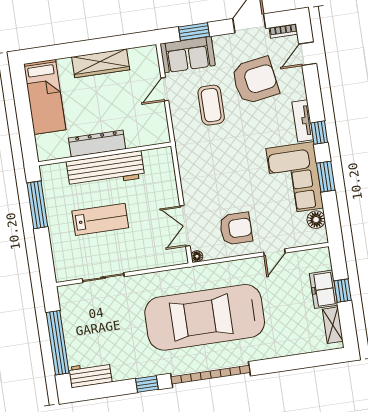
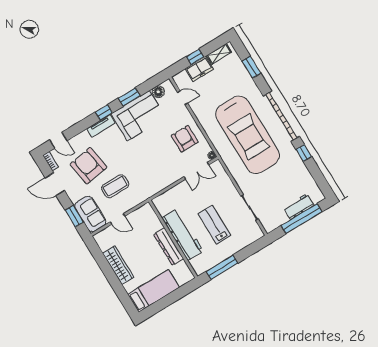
door: (274, 252) -> (183, 98), moved
window: (296, 362) -> (251, 67), added
workbench: (90, 375) -> (299, 207), moved, turned 90

